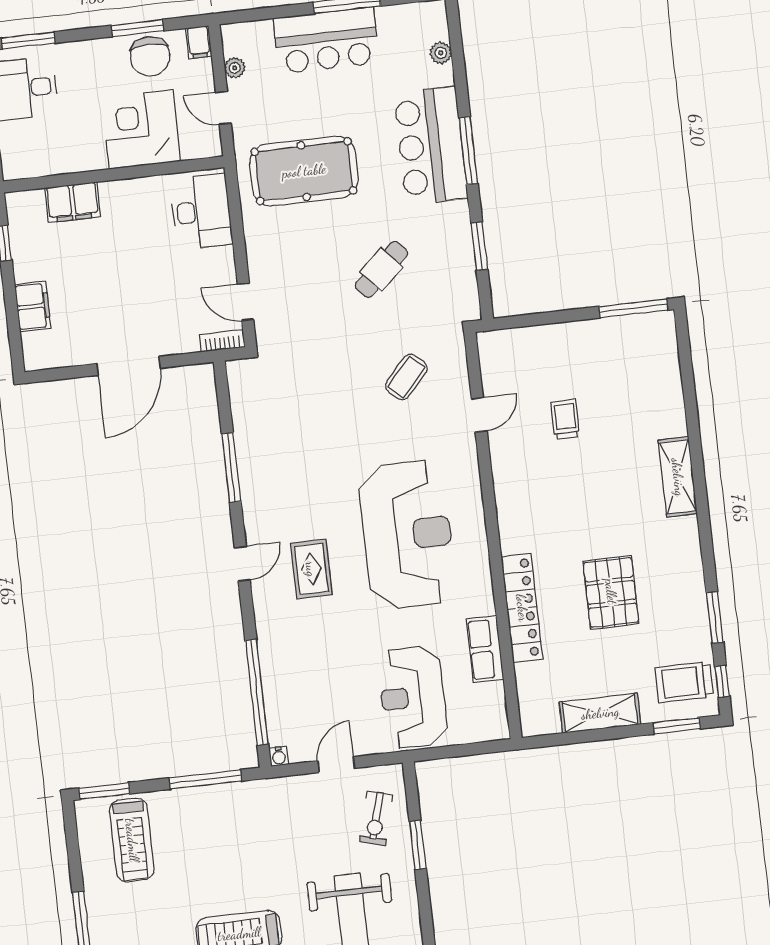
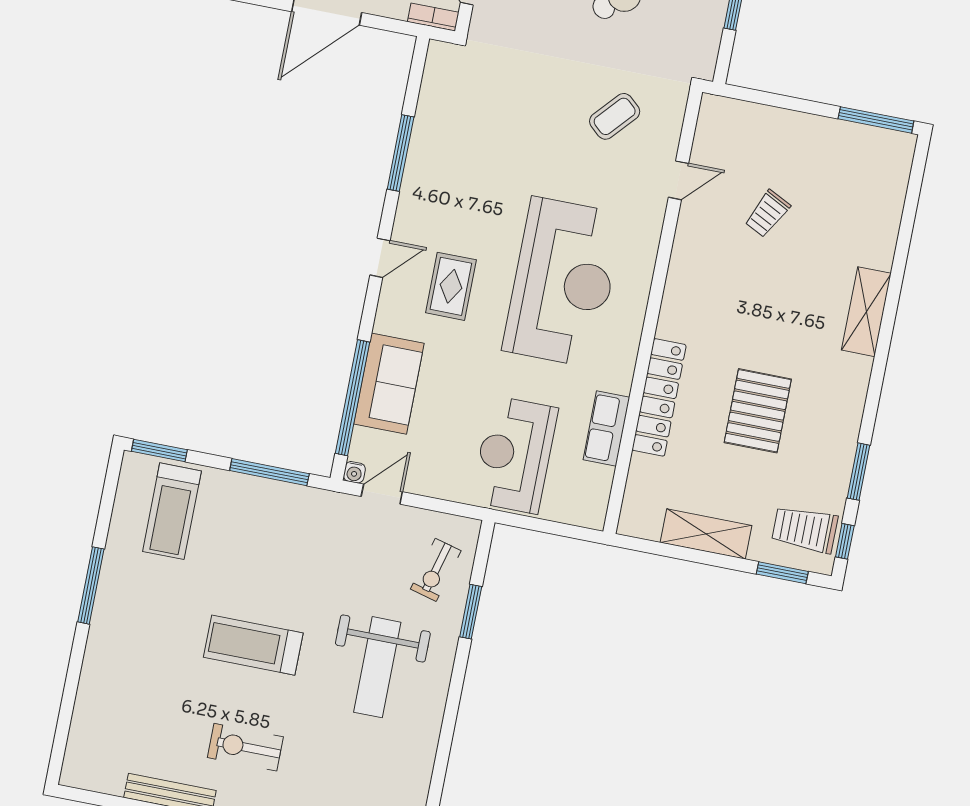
trolley: (565, 419) -> (767, 214), turned -153
sofa: (284, 670) -> (389, 384), added
door: (336, 765) -> (382, 494), moved

